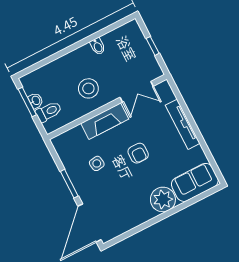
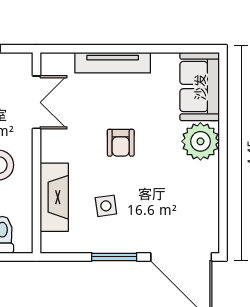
fireplace: (105, 121) -> (54, 197), moved
armchair: (138, 153) -> (121, 143), turned 90

